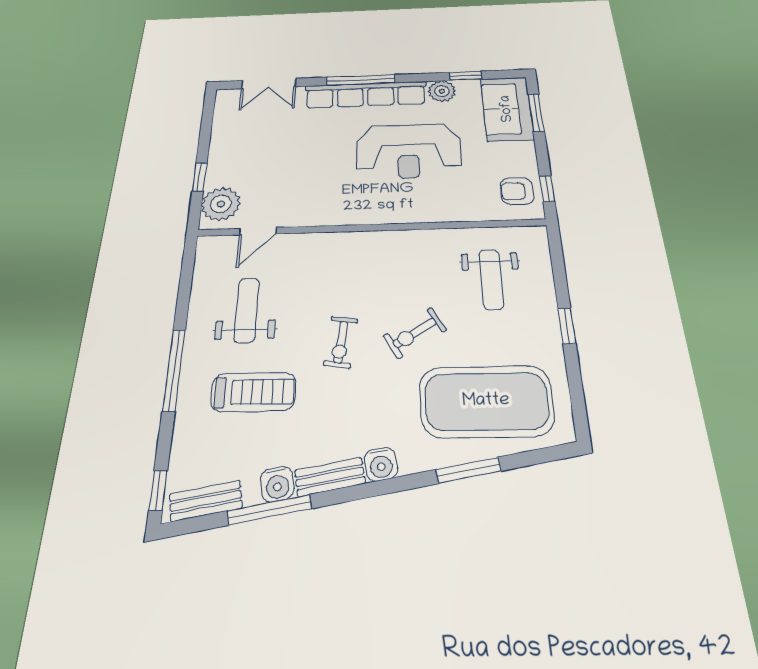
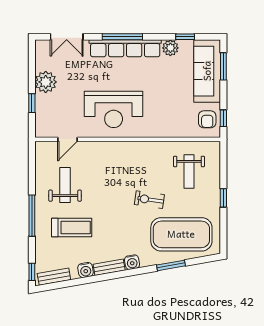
sofa: (507, 109) -> (207, 71), width x1.36
reception desk: (408, 151) -> (114, 109), moved
armchair: (517, 191) -> (207, 119), turned -90
plant: (221, 204) -> (46, 82), moved
exercise bike: (415, 333) -> (149, 200), turned 39
exercise bike: (341, 342) -> (113, 203), removed
window: (269, 510) -> (83, 281), removed

